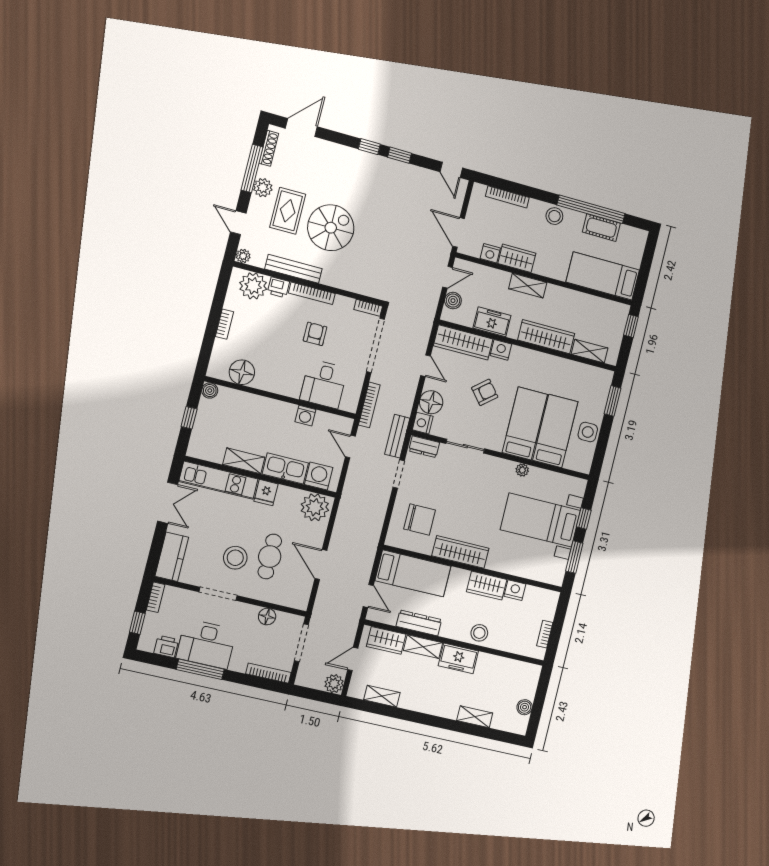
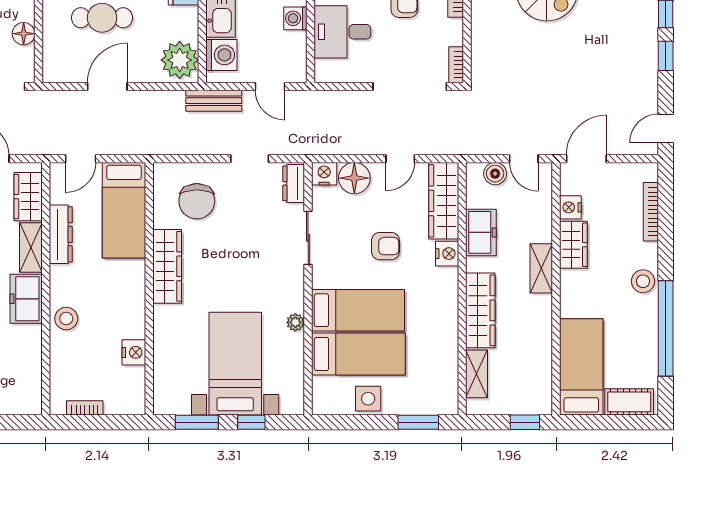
cot: (601, 228) -> (629, 402), moved, turned 90
armchair: (485, 392) -> (385, 246), turned -50
bookcase: (369, 405) -> (330, 98), removed
bench: (397, 436) -> (214, 101), moved
door: (350, 446) -> (270, 86), swing flipped
wardrobe: (487, 586) -> (131, 313), removed

